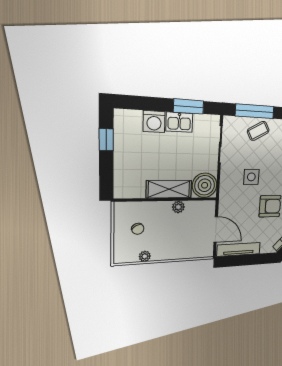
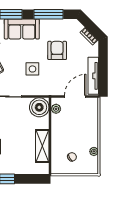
shelving: (169, 189) -> (42, 146), moved
plant: (178, 207) -> (56, 109), moved

